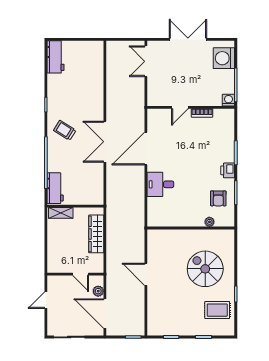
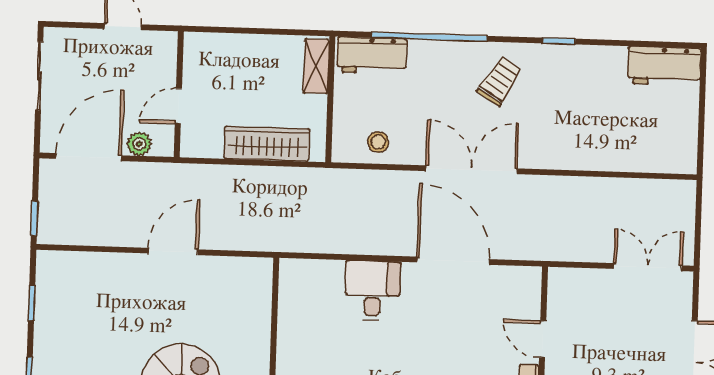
stool: (94, 184) -> (378, 142), added

